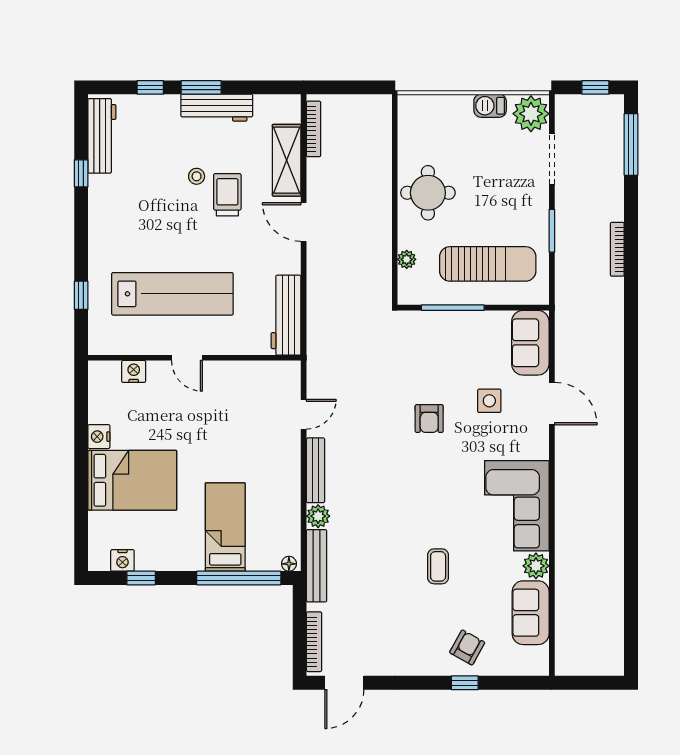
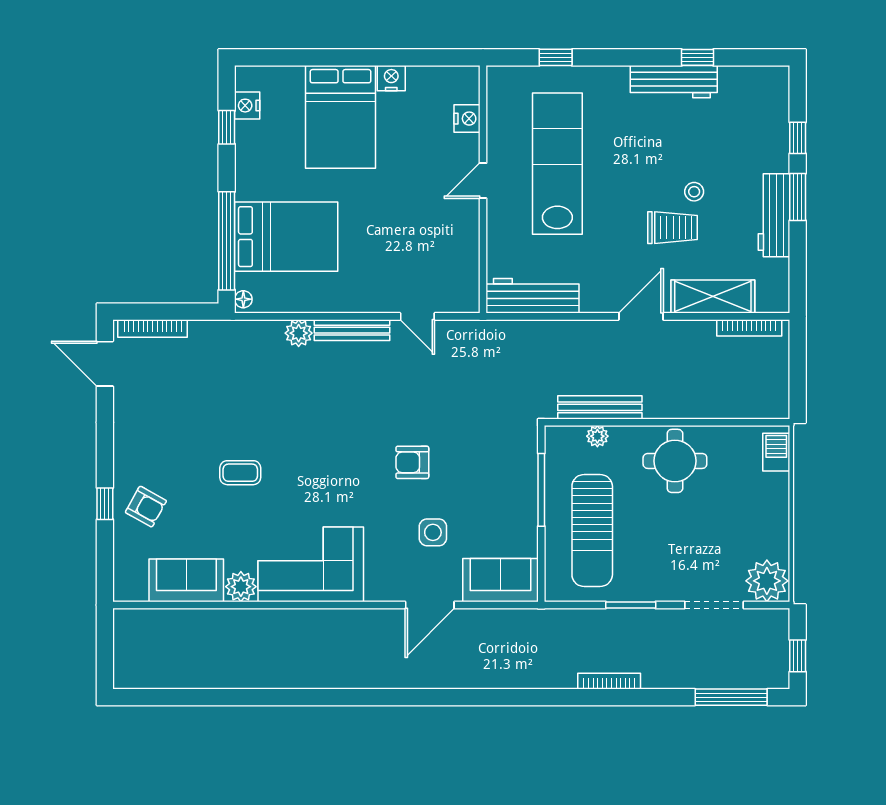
barbecue: (490, 106) -> (776, 452), moved
workbench: (102, 136) -> (674, 82), moved
lab bench: (172, 294) -> (557, 164), turned 180
bed: (225, 527) -> (286, 237), width x1.50
bench: (317, 566) -> (600, 407), moved

